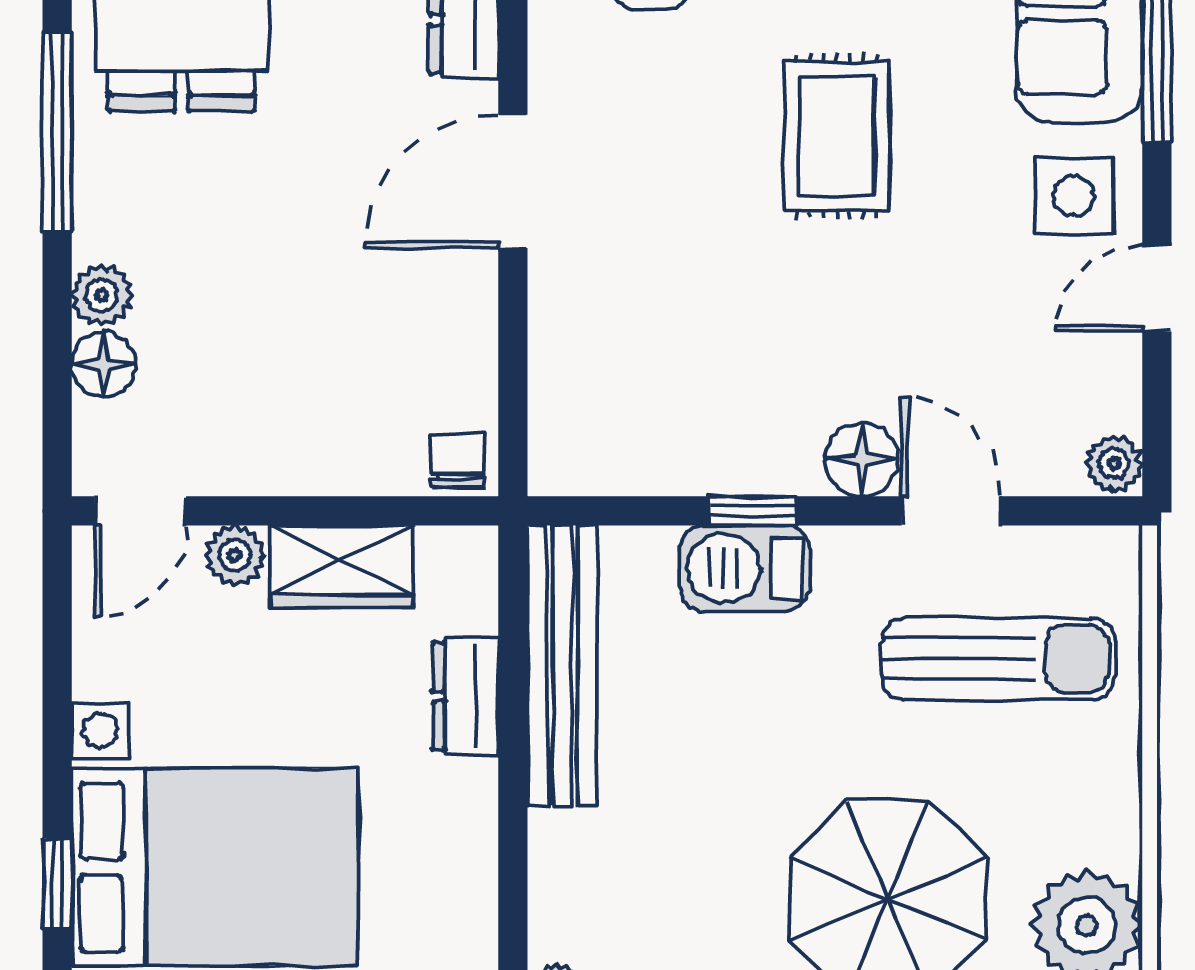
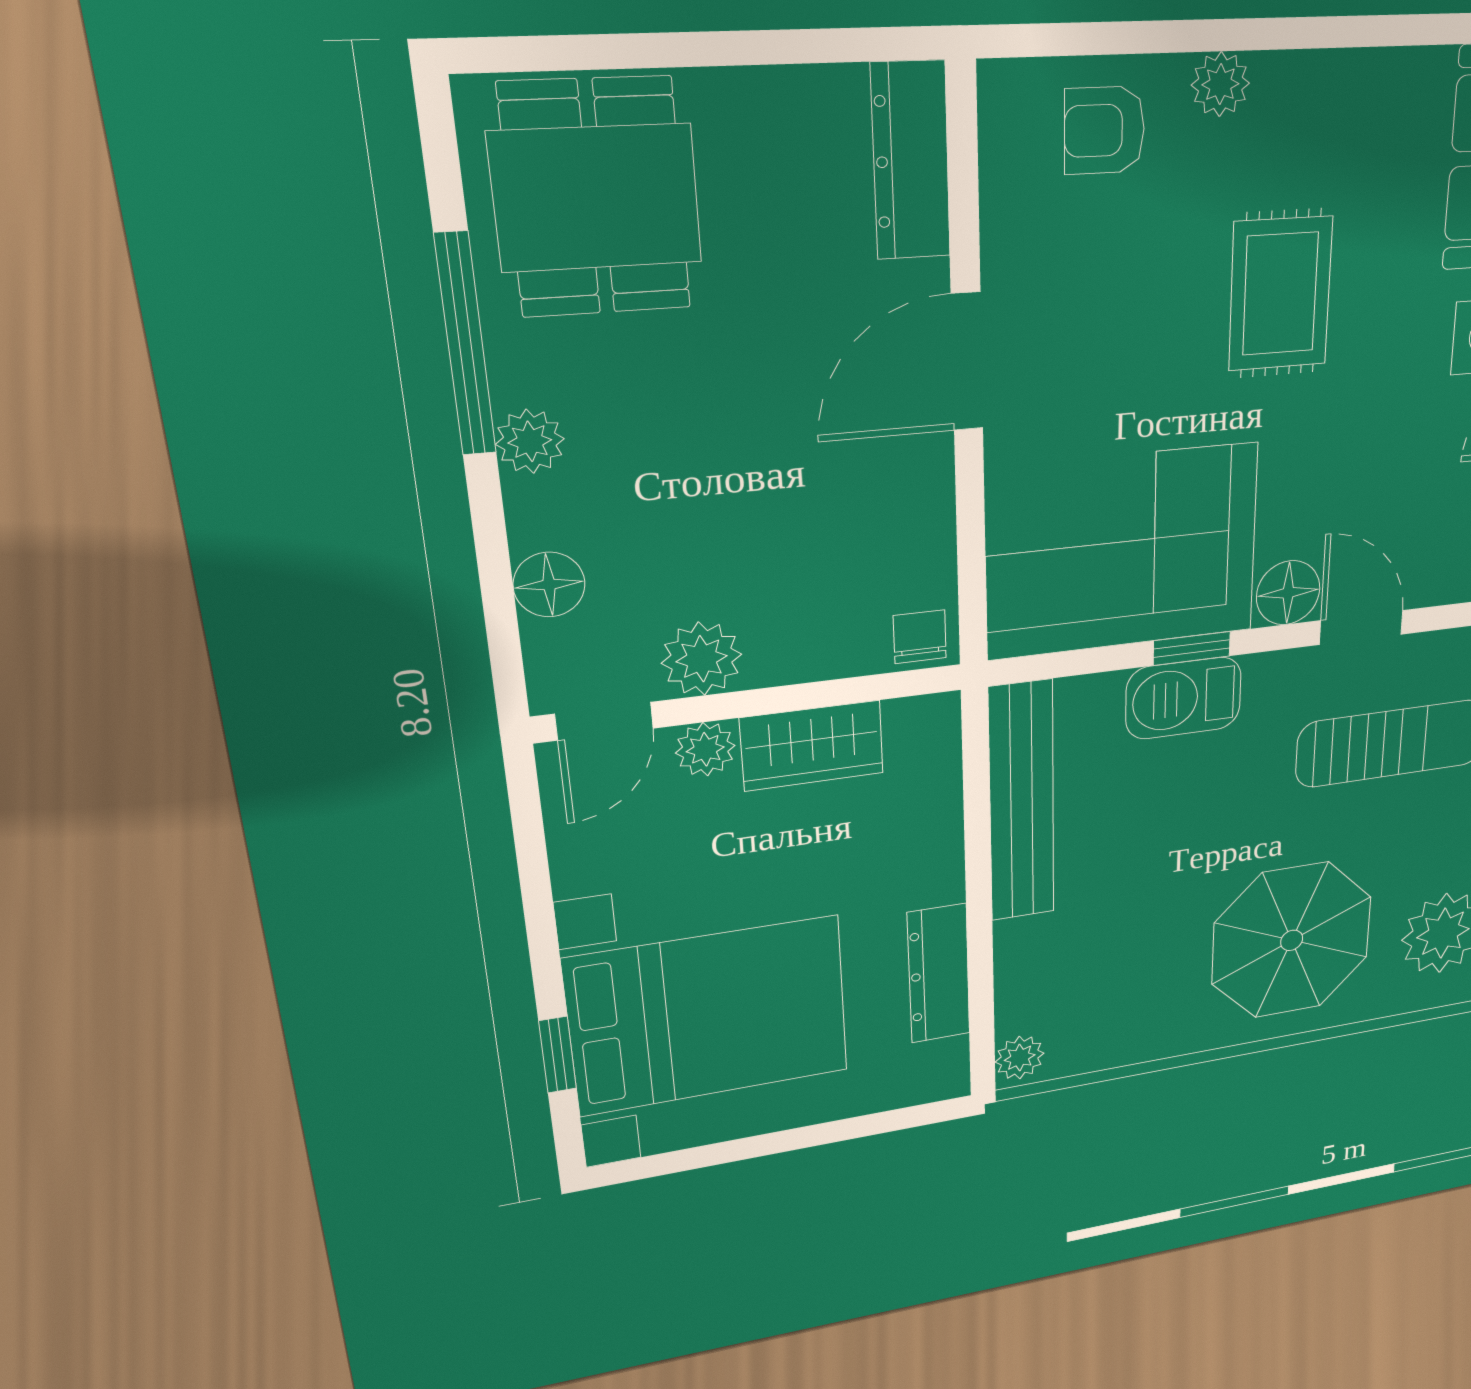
plant: (102, 295) -> (530, 441), moved
corner sofa: (673, 392) -> (1123, 551), added
plant: (239, 457) -> (702, 659), added
dresser: (466, 696) -> (939, 974), moved, width x1.44

